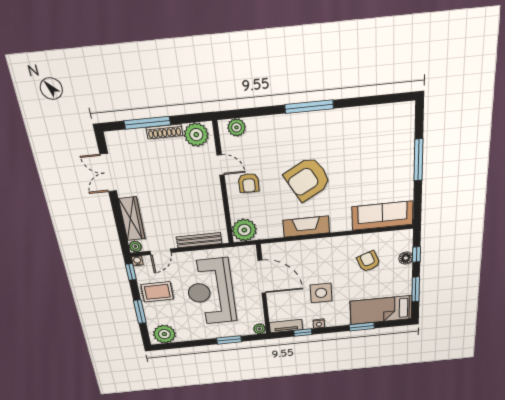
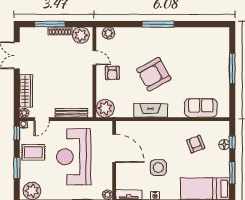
sofa: (382, 216) -> (201, 108), width x0.73

